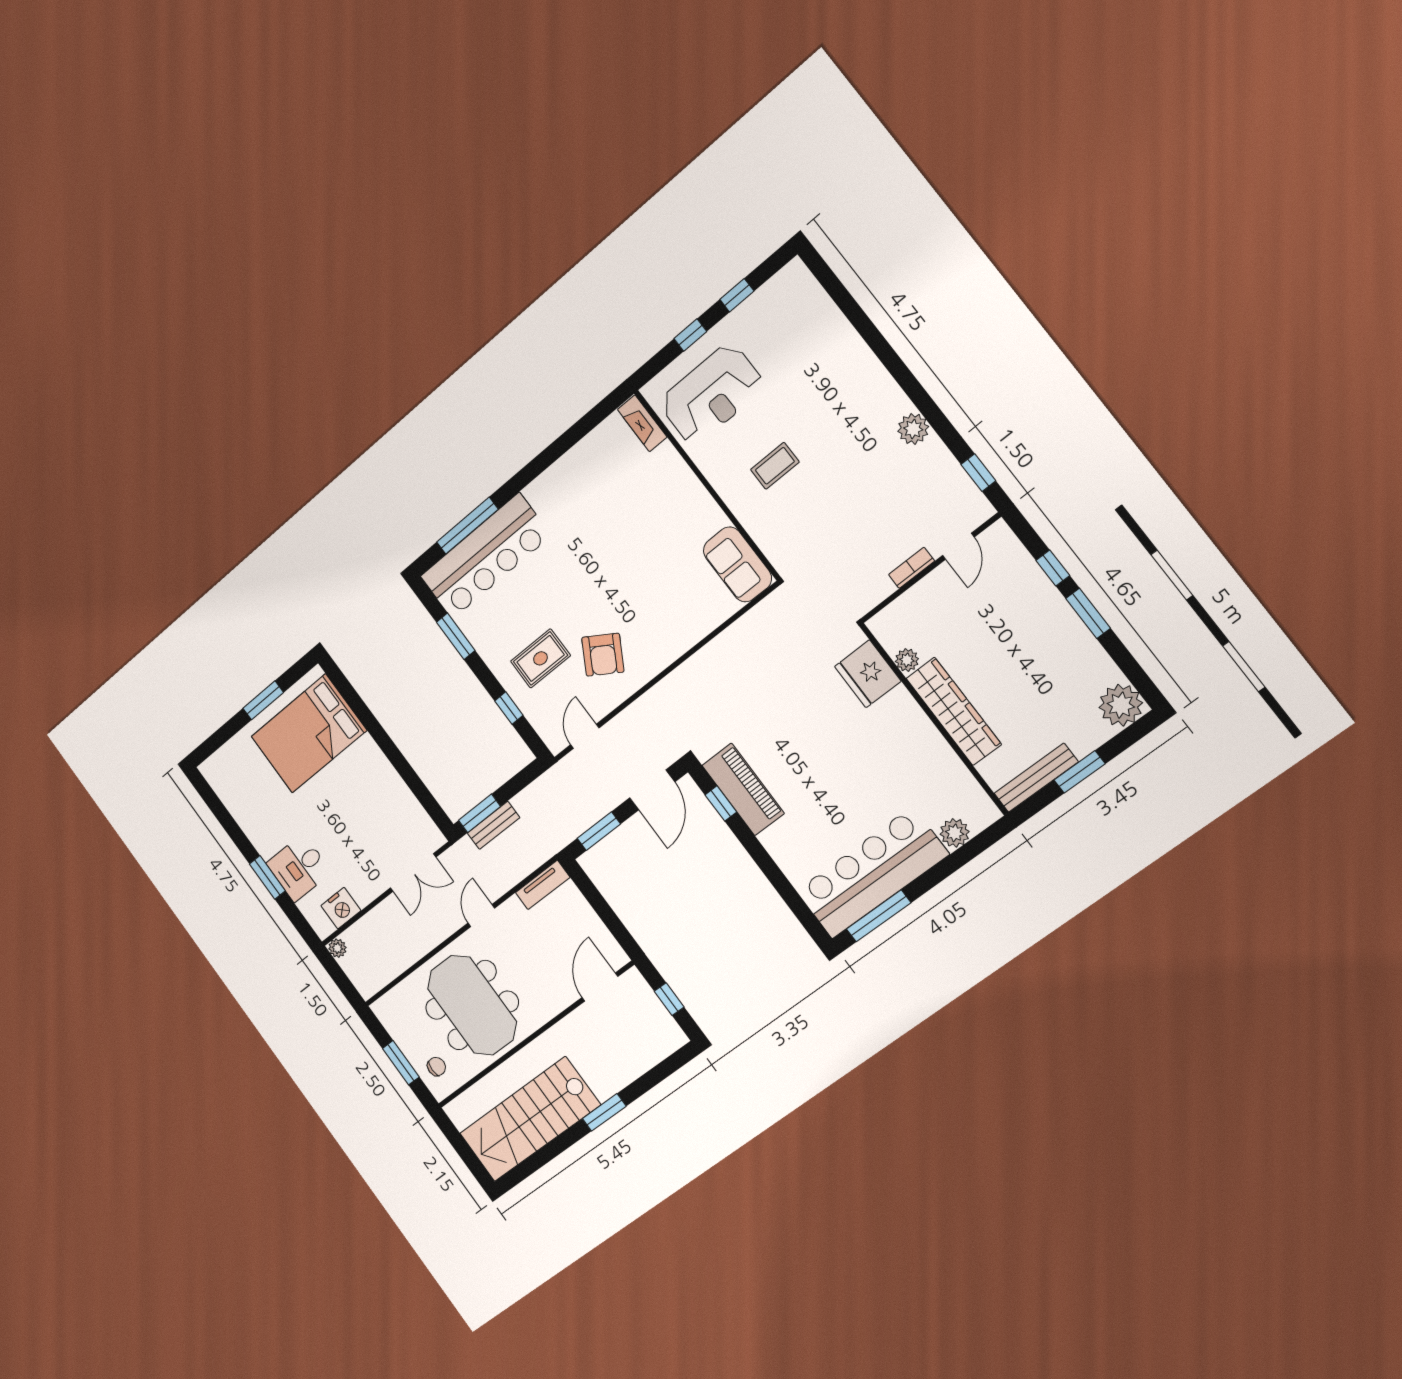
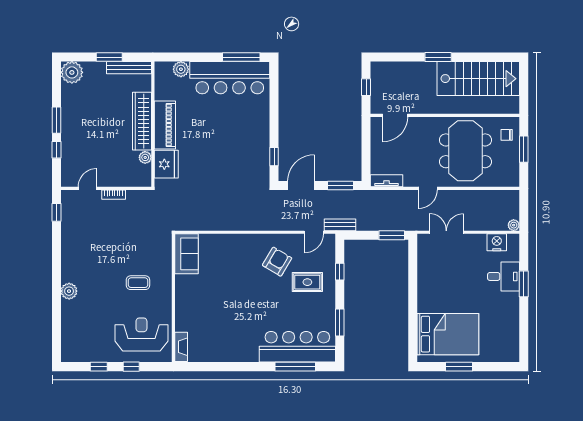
plant: (913, 429) -> (69, 291), moved
piano: (743, 789) -> (165, 125), moved, turned 180
bench: (494, 825) -> (340, 225), moved

